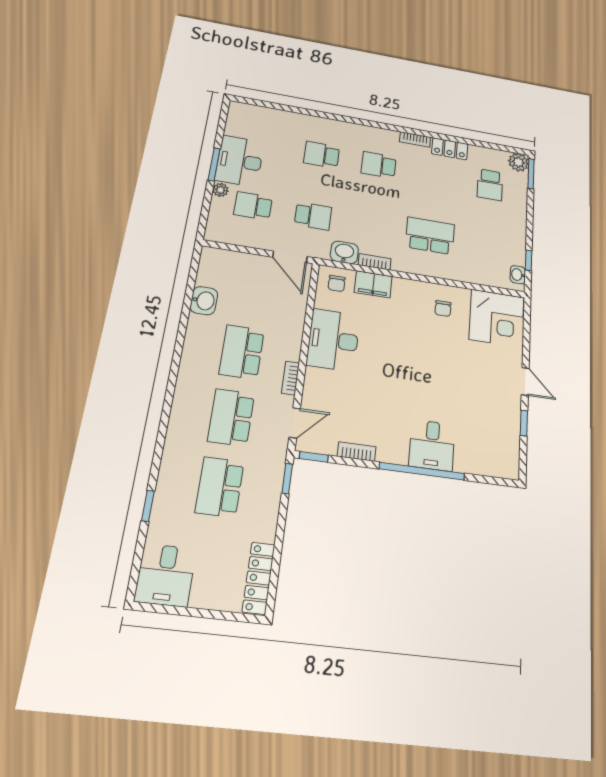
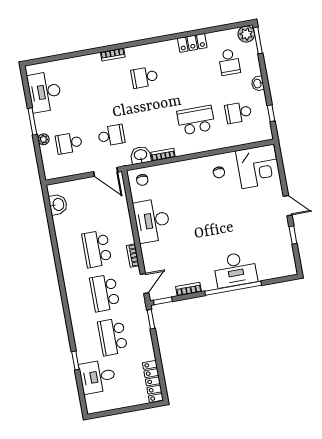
bookcase: (415, 139) -> (113, 55), moved
school desk: (322, 155) -> (238, 113), moved
desk: (240, 161) -> (45, 92), moved
washbasin: (518, 275) -> (258, 84), moved
filing cabinet: (373, 284) -> (167, 172), removed
washbasin: (204, 301) -> (58, 205), moved
desk: (432, 445) -> (235, 270), width x1.37
desk: (165, 575) -> (98, 377), moved, turned 90

